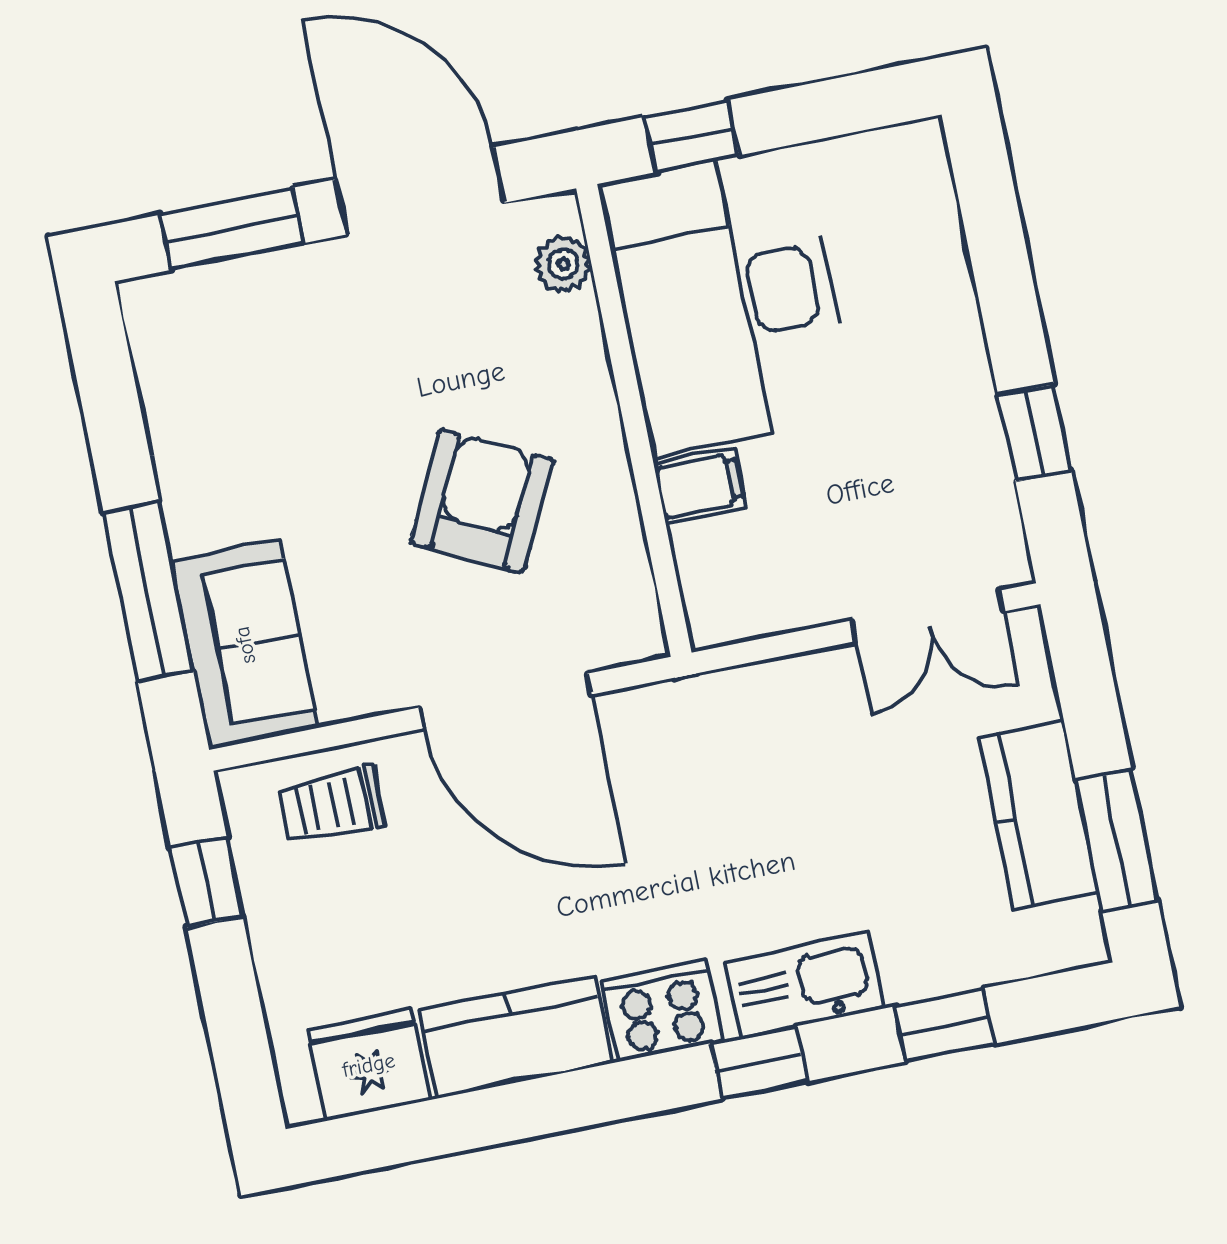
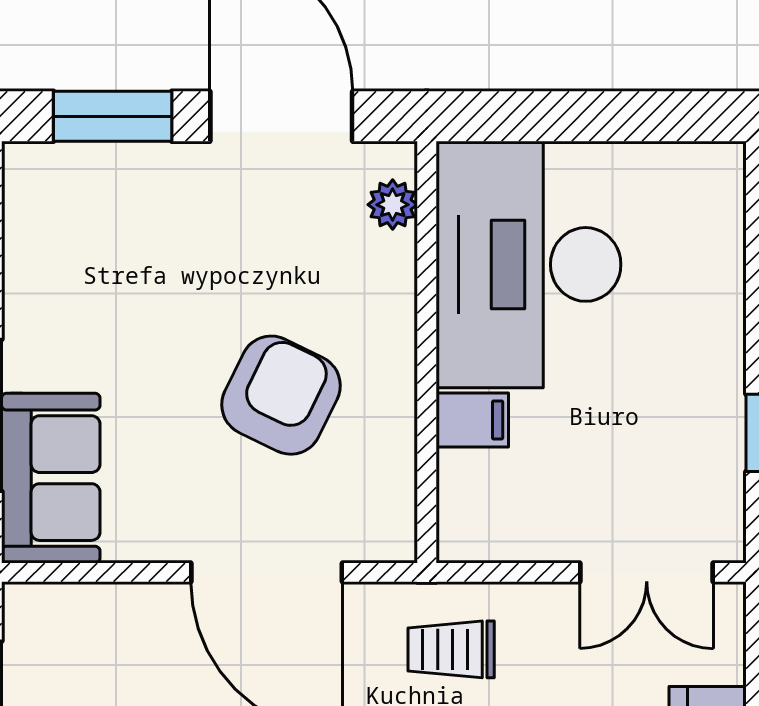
window: (692, 136) -> (526, 116), removed
trolley: (331, 805) -> (451, 649), moved

